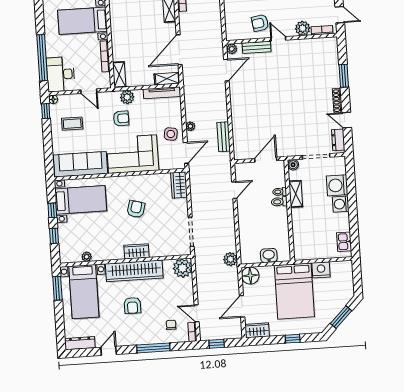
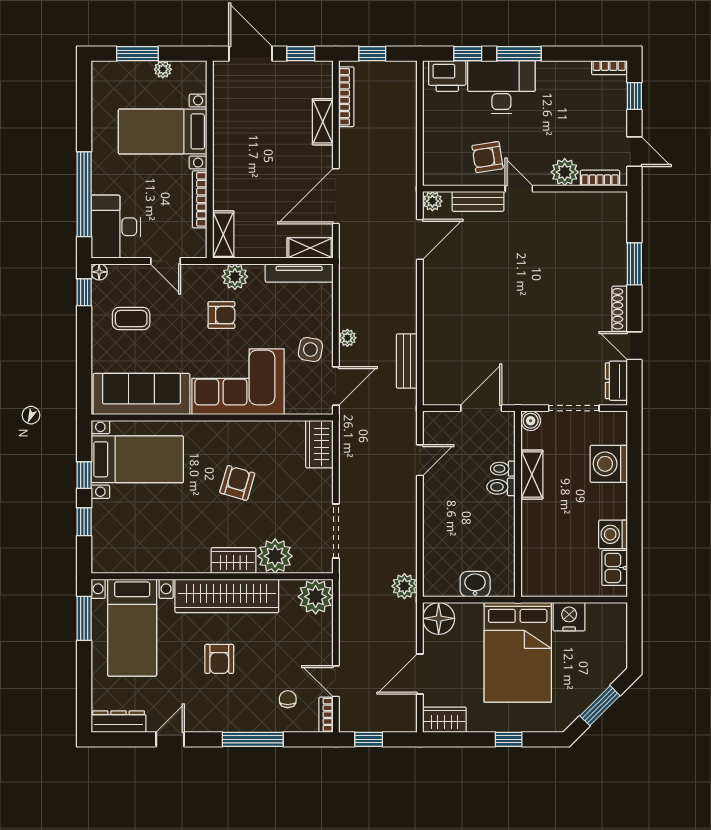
washing machine: (341, 204) -> (613, 534), moved
plant: (87, 257) -> (275, 556), moved, width x1.88, depth x1.88

